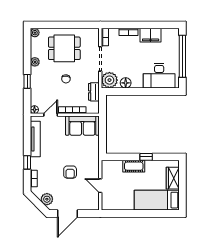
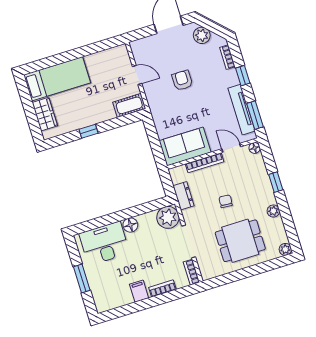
filing cabinet: (151, 35) -> (139, 291), width x0.50
window: (182, 56) -> (82, 278), width x0.47
floor lamp: (126, 83) -> (130, 225), moved
door: (51, 115) -> (231, 148), swing flipped
window: (27, 132) -> (255, 115), added
cot: (134, 166) -> (129, 105), moved

